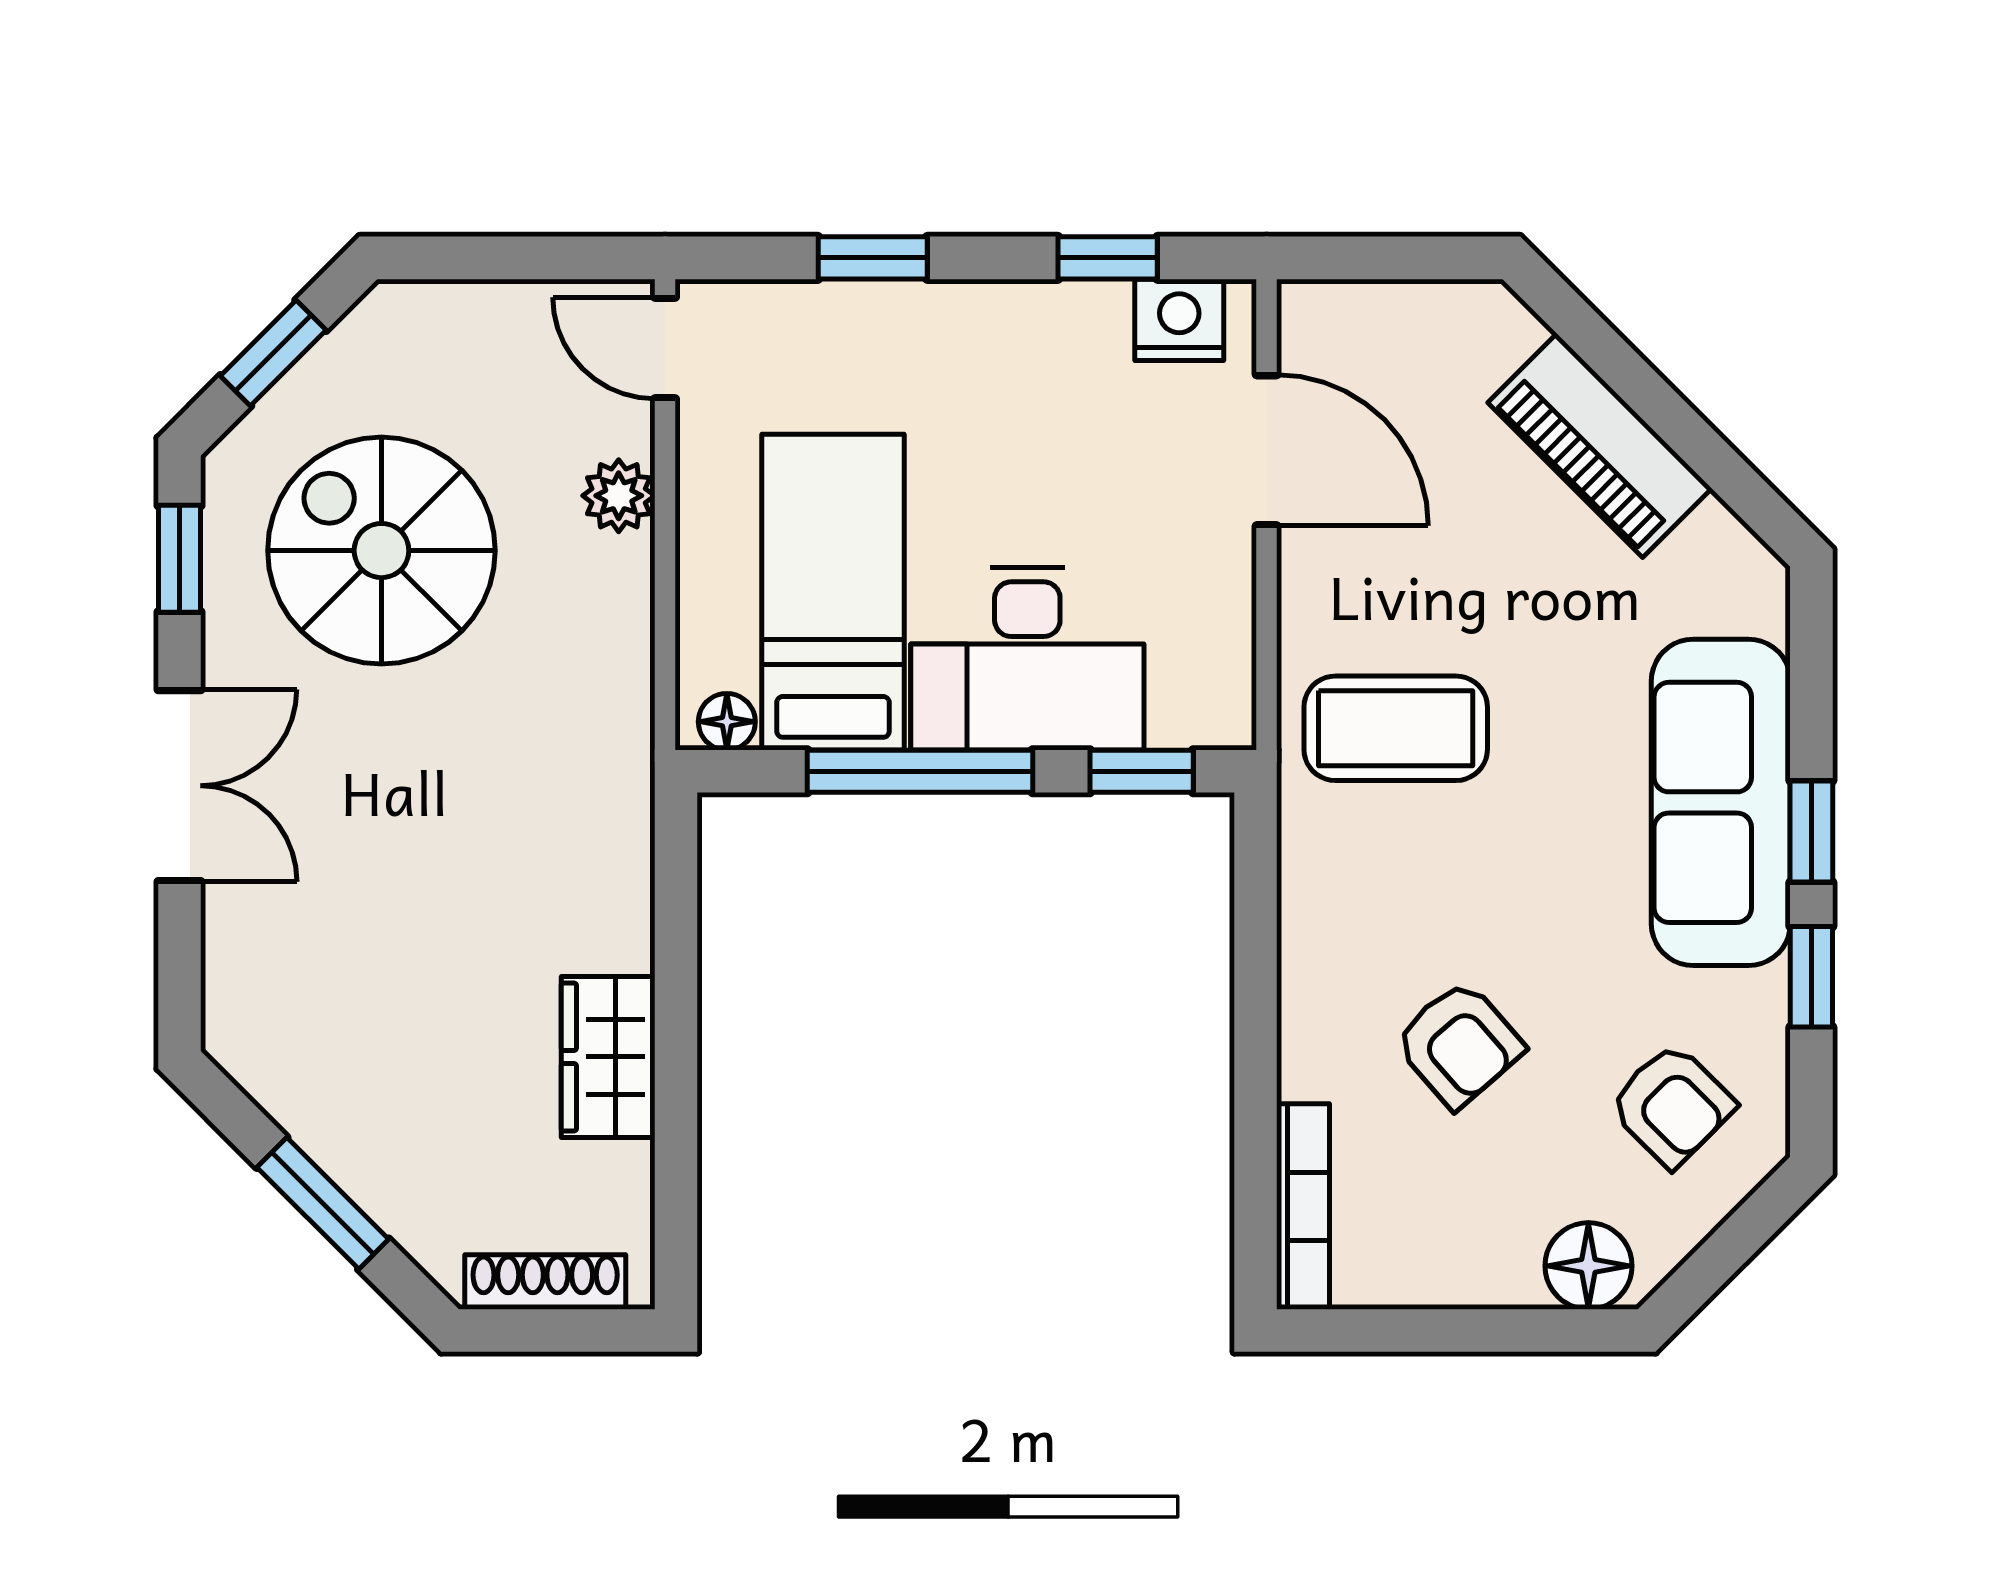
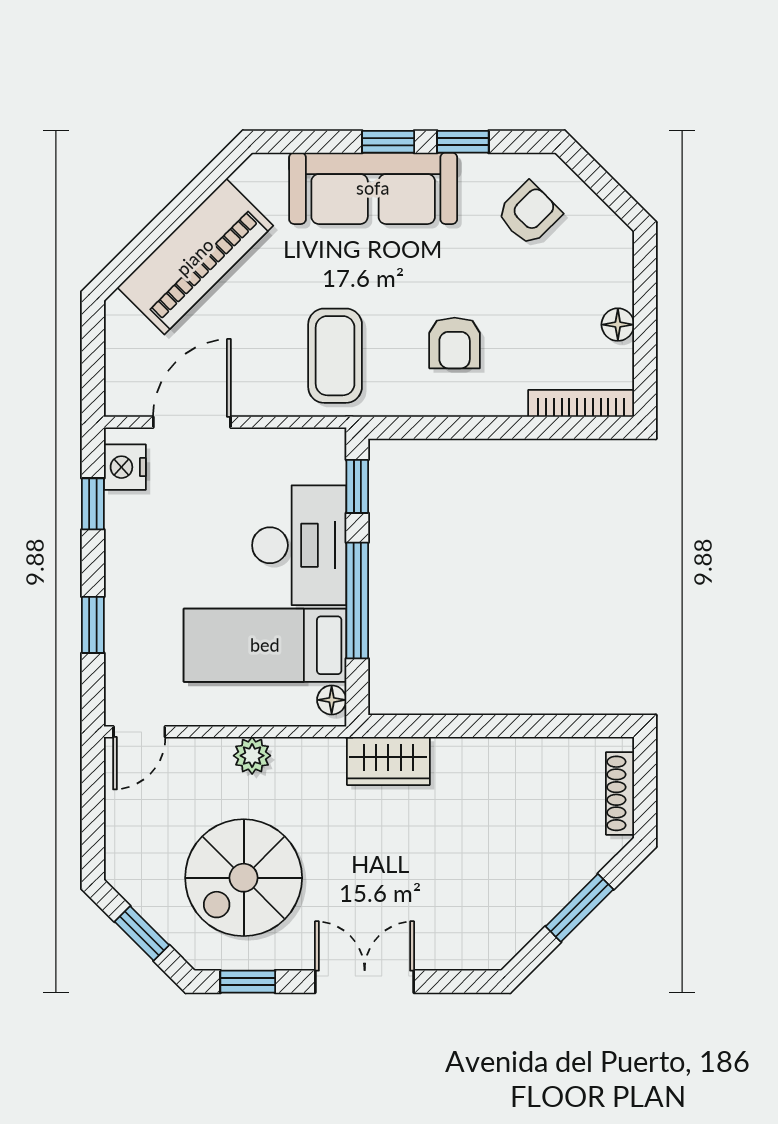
piano: (1600, 445) -> (195, 257), width x1.37, depth x1.33
plant: (619, 496) -> (252, 756), moved
armchair: (1459, 1044) -> (455, 343), moved, turned 131
wardrobe: (608, 1057) -> (388, 761), moved
floor lamp: (1588, 1266) -> (618, 325), moved, width x0.73, depth x0.73

